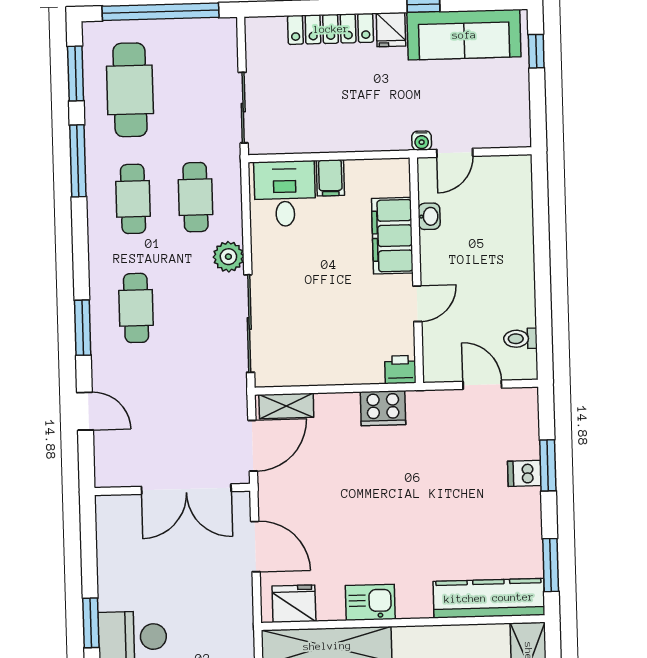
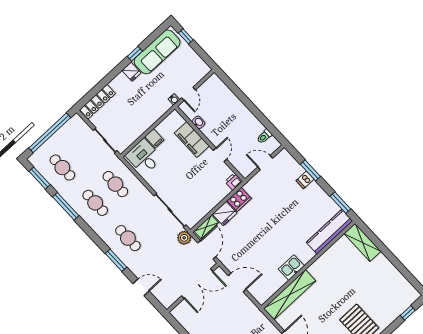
locker: (331, 29) -> (97, 102), moved
cafe table: (130, 90) -> (62, 168), width x0.73, depth x0.74
plant: (228, 257) -> (184, 238), moved
fridge: (294, 604) -> (225, 214), moved, turned 180

